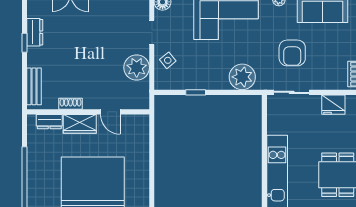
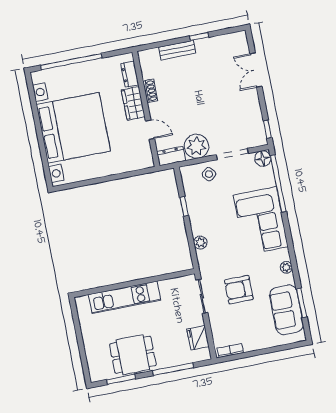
dresser: (35, 32) -> (171, 156), moved, turned 180
doorway: (152, 32) -> (232, 154), width x1.38
plant: (242, 77) -> (200, 243), width x0.53, depth x0.53
bench: (34, 86) -> (177, 50), moved
door: (110, 112) -> (150, 130), swing flipped

